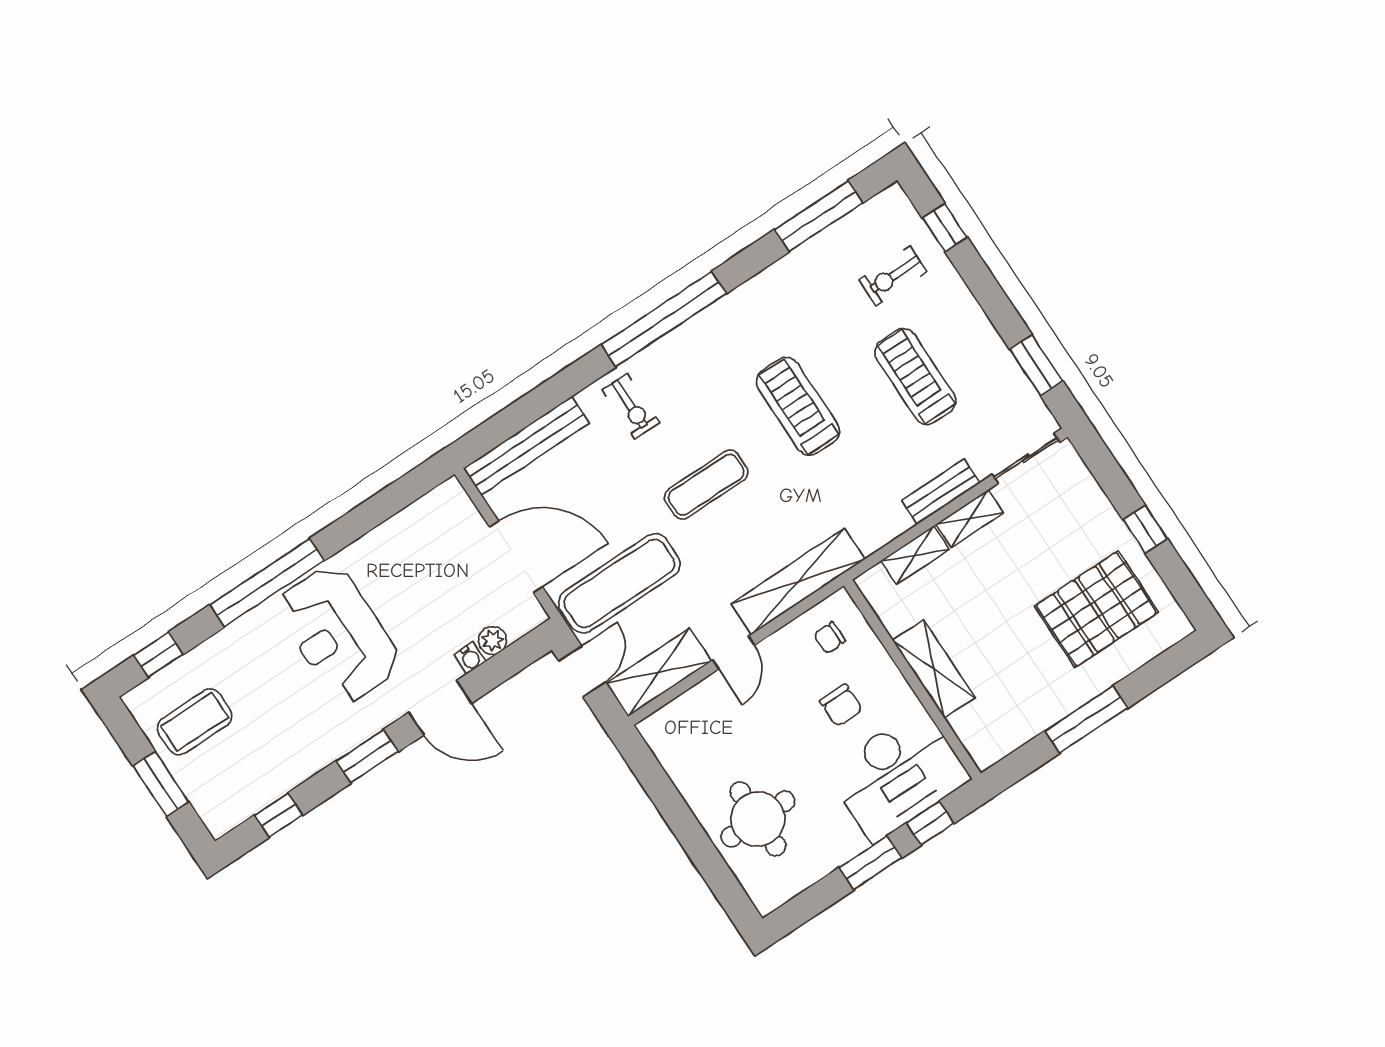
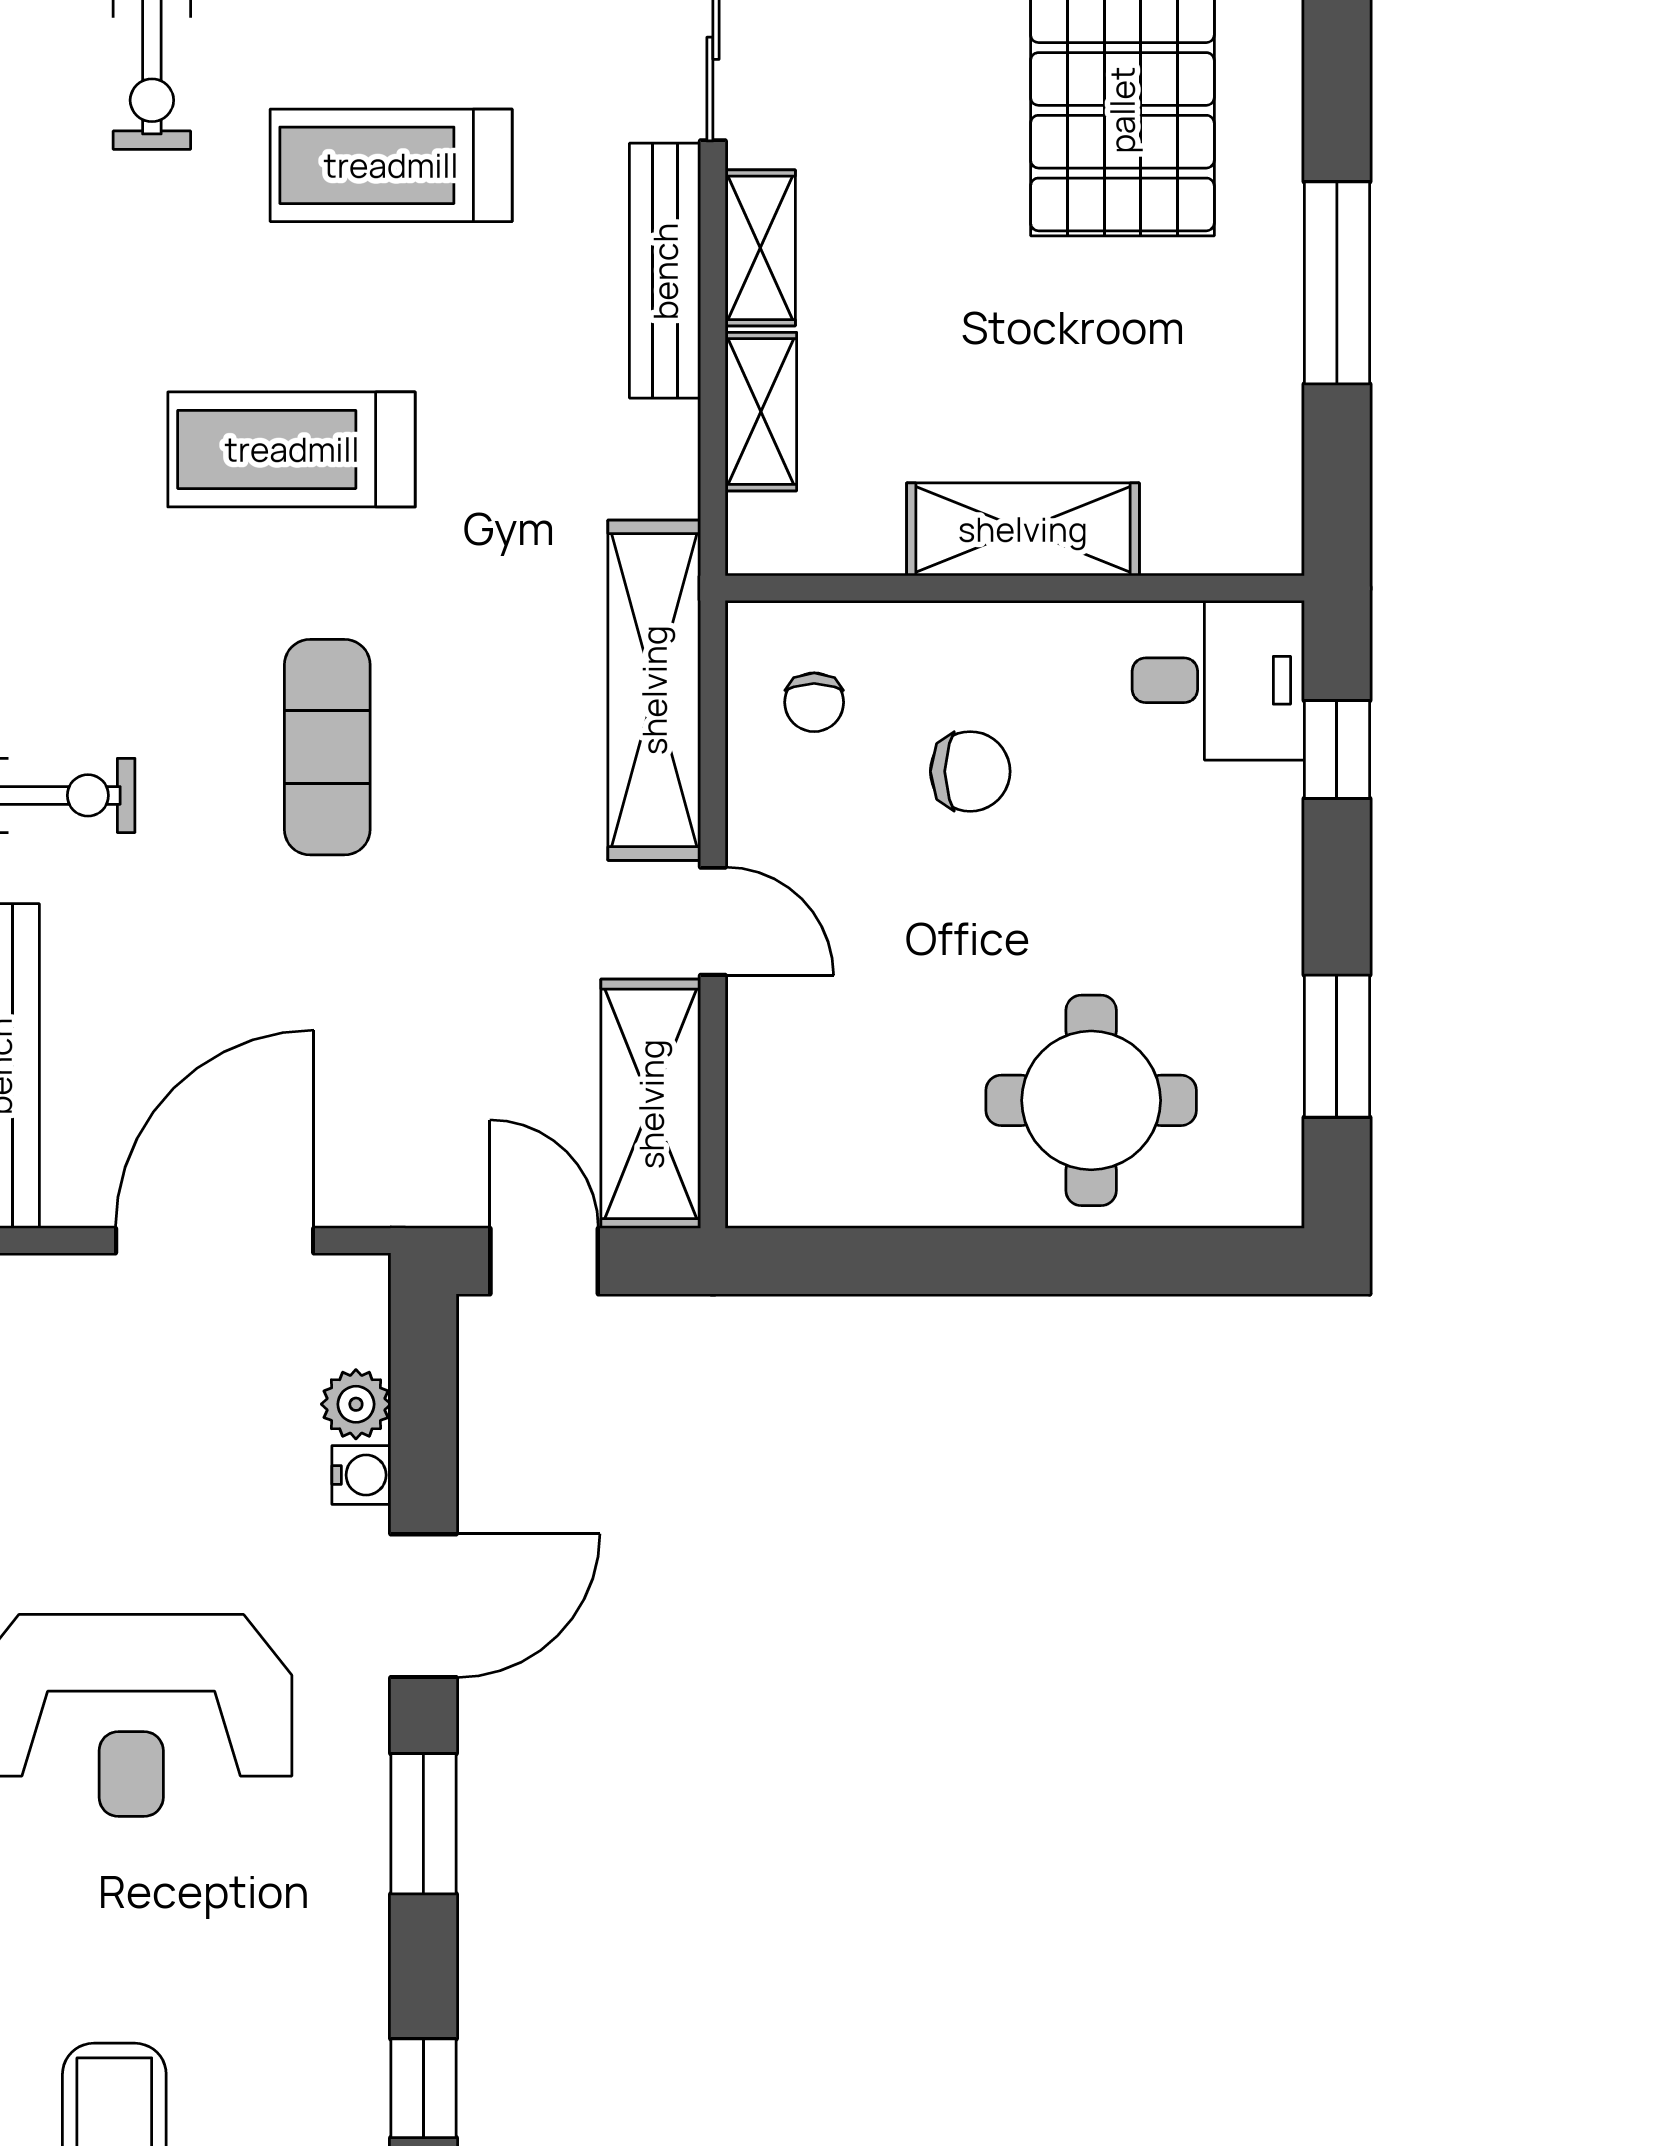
bench: (941, 492) -> (665, 271), width x1.36
exercise mat: (619, 583) -> (412, 1063), removed
desk: (898, 775) -> (1218, 680), width x0.53, depth x0.77
window: (870, 863) -> (1337, 1046), moved

